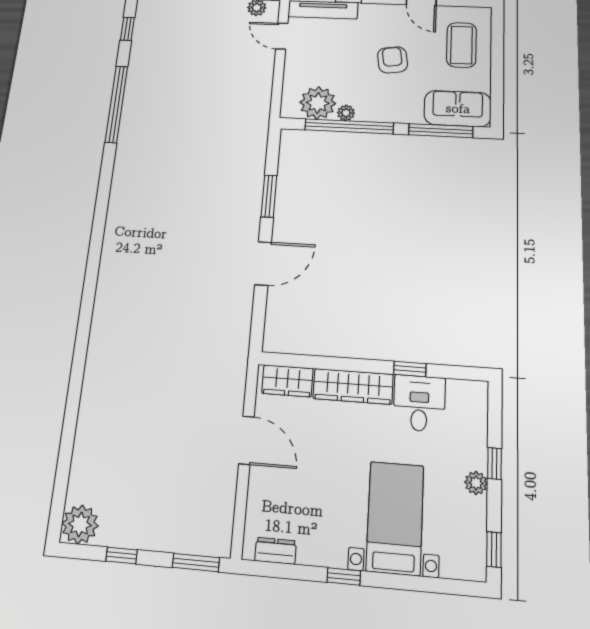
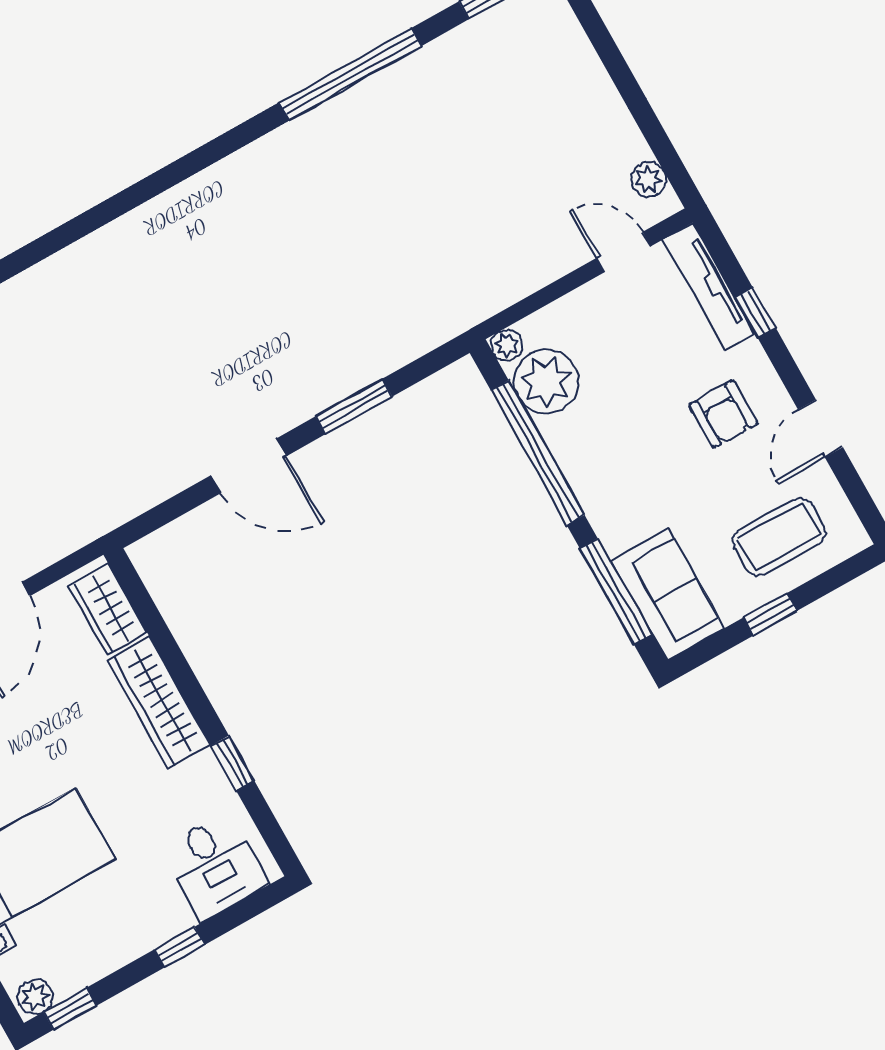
door: (282, 36) -> (623, 252), hinge flipped
armchair: (393, 60) -> (723, 414), moved, turned 98
window: (497, 69) -> (770, 614), added
plant: (346, 113) -> (507, 345), moved
desk: (419, 403) -> (215, 866), moved, turned 90
plant: (476, 483) -> (35, 997), moved

